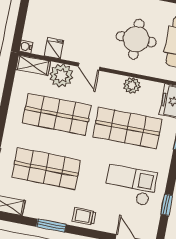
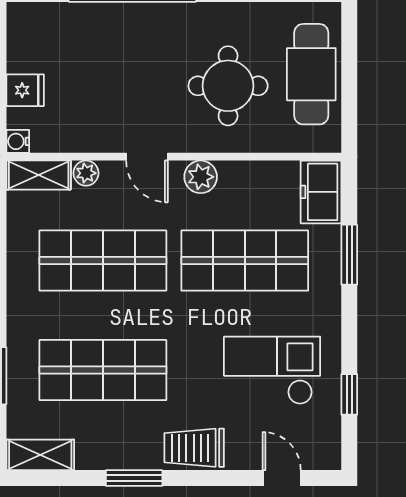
fridge: (54, 48) -> (25, 90), moved, turned 90
plant: (61, 75) -> (86, 173), width x0.53, depth x0.53
plant: (132, 85) -> (201, 177), moved
trolley: (84, 216) -> (194, 448), width x1.36, depth x1.39

